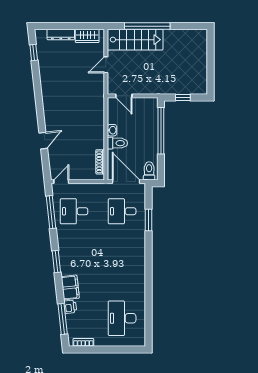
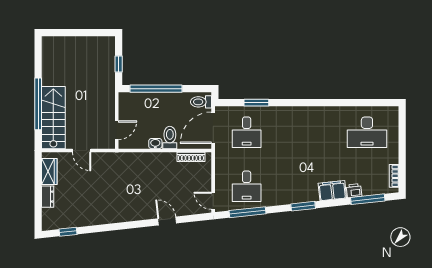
dresser: (61, 34) -> (48, 197), width x0.70

